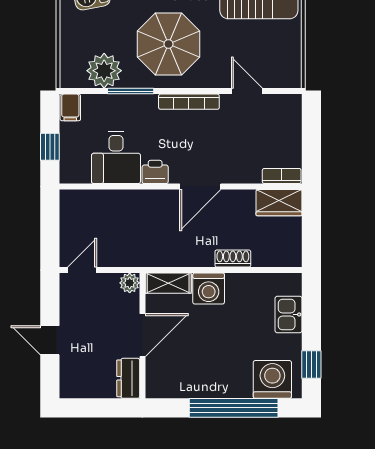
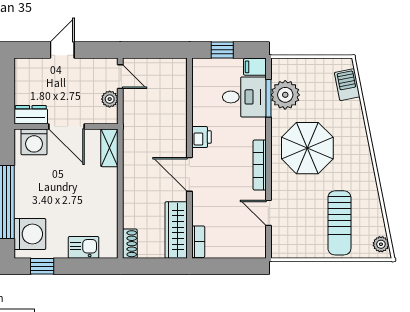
window: (131, 91) -> (268, 98), moved
door: (247, 91) -> (268, 213), swing flipped
desk: (116, 157) -> (244, 97), moved, turned 180
wardrobe: (279, 203) -> (176, 230), width x1.50
shoe rack: (233, 259) -> (130, 244), moved
plant: (130, 283) -> (110, 99), moved
washing machine: (209, 289) -> (34, 142), moved, turned -90

